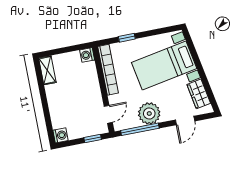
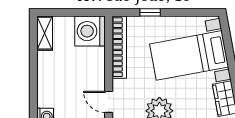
washing machine: (87, 55) -> (90, 31), width x1.89, depth x1.89
door: (108, 114) -> (109, 102), swing flipped

